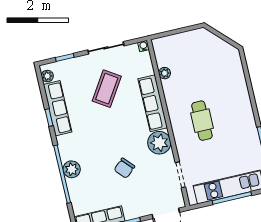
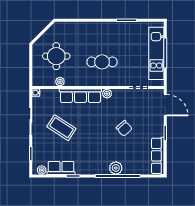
round table: (196, 61) -> (56, 56), added
row of seats: (58, 108) -> (61, 168), width x0.68
plant: (159, 143) -> (107, 94), width x0.53, depth x0.53

